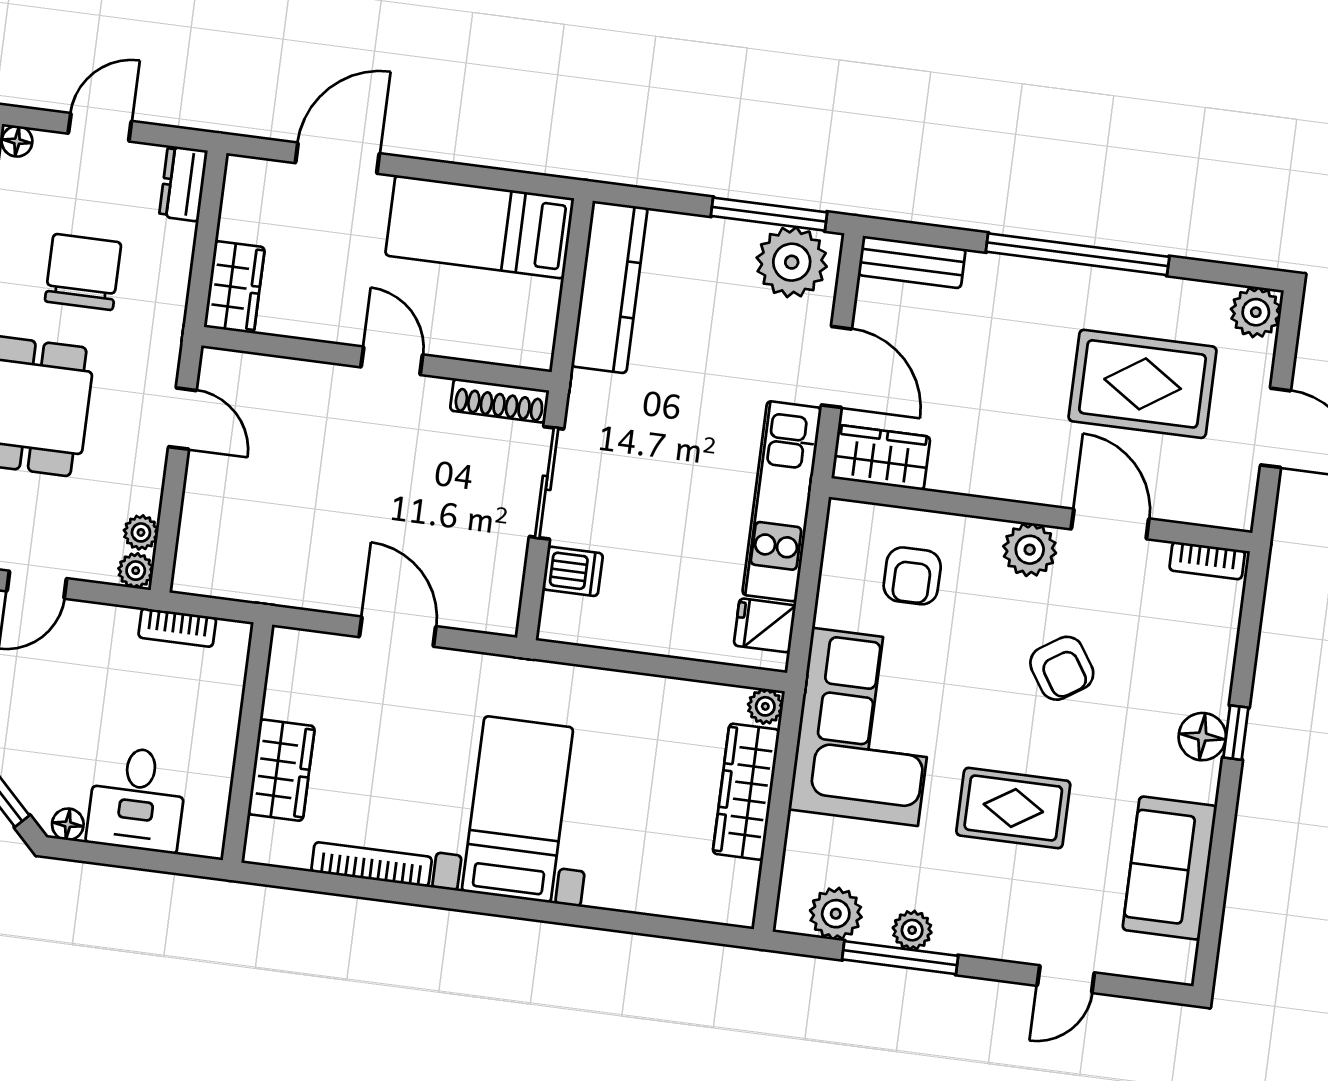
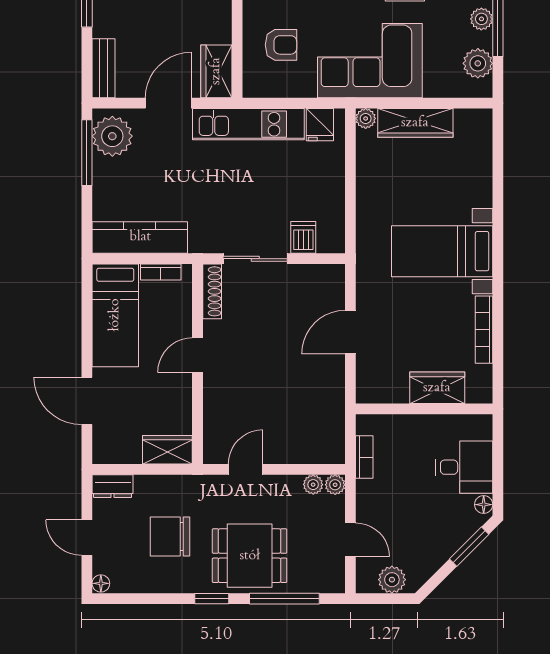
bookcase: (545, 316) -> (161, 272), added

